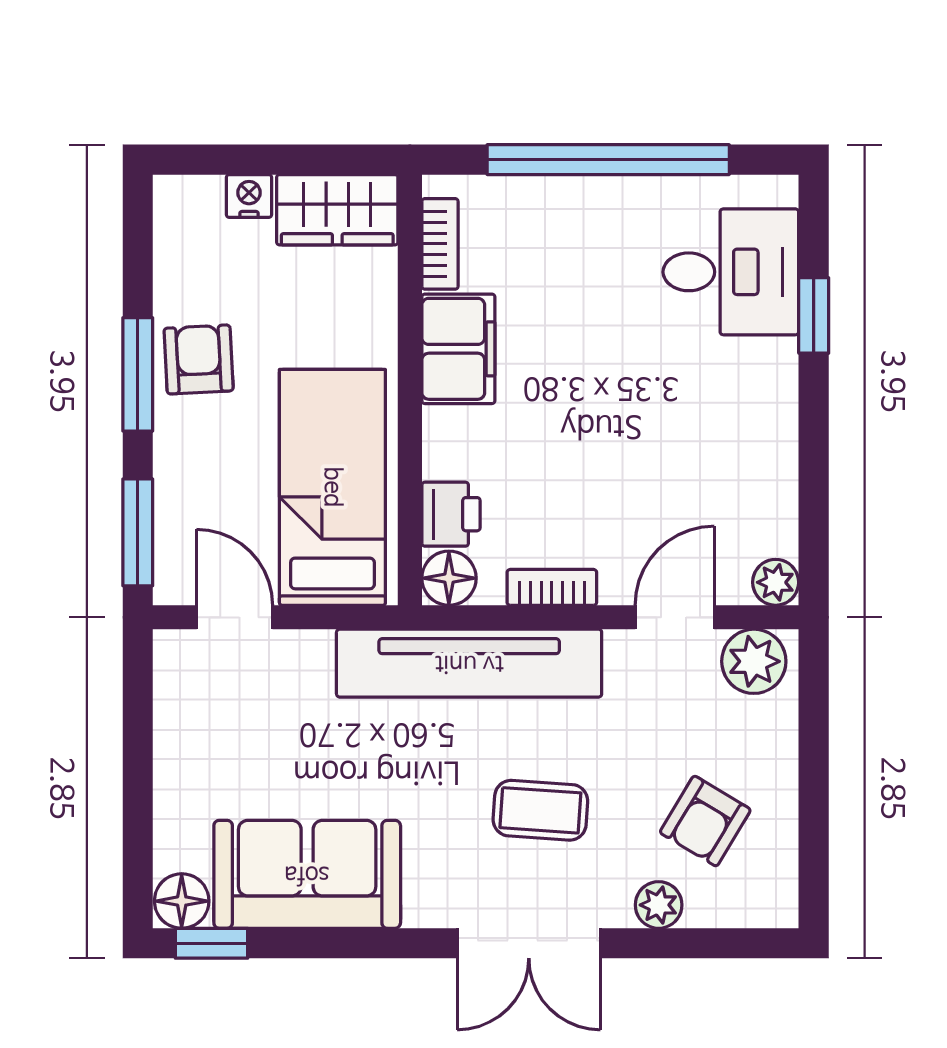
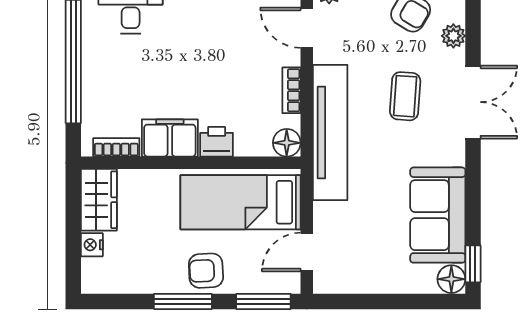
armchair: (199, 359) -> (206, 271), moved
printer: (451, 514) -> (217, 142), moved

